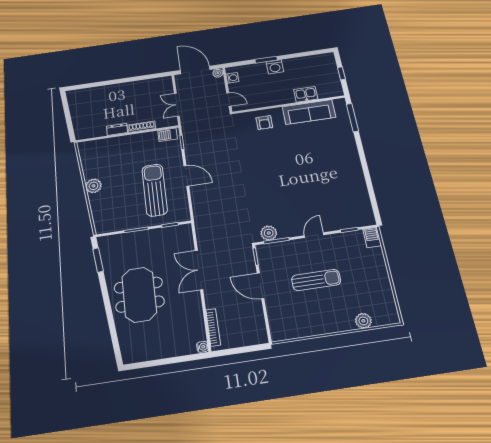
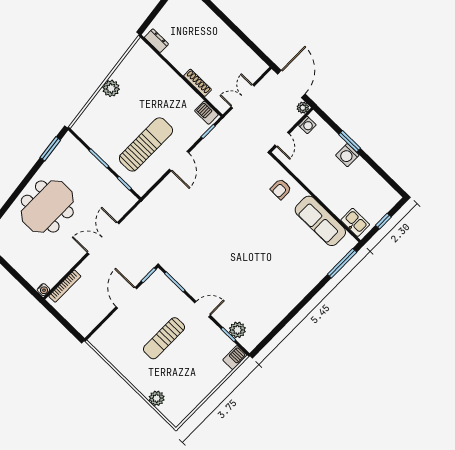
kitchen sink: (306, 94) -> (355, 222), moved
dresser: (117, 129) -> (156, 41), moved
plant: (269, 233) -> (237, 330), moved
sun lounger: (316, 280) -> (164, 338), turned 90

